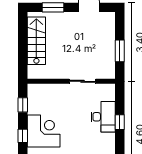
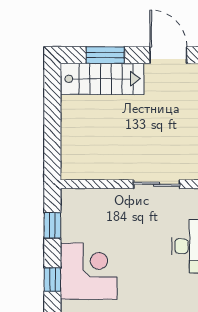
stairs: (36, 41) -> (102, 79), moved, turned 90

